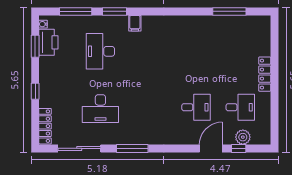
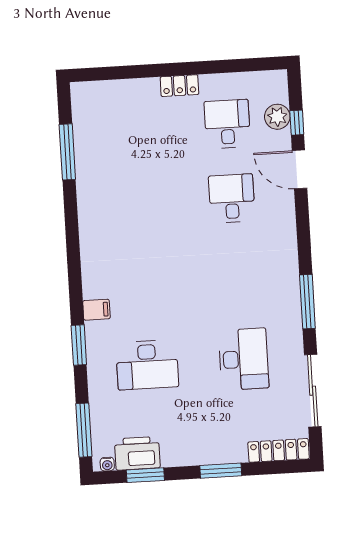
window: (76, 11) -> (84, 430), moved
locker: (265, 74) -> (179, 86), width x0.66
window: (35, 91) -> (221, 471), width x1.50

